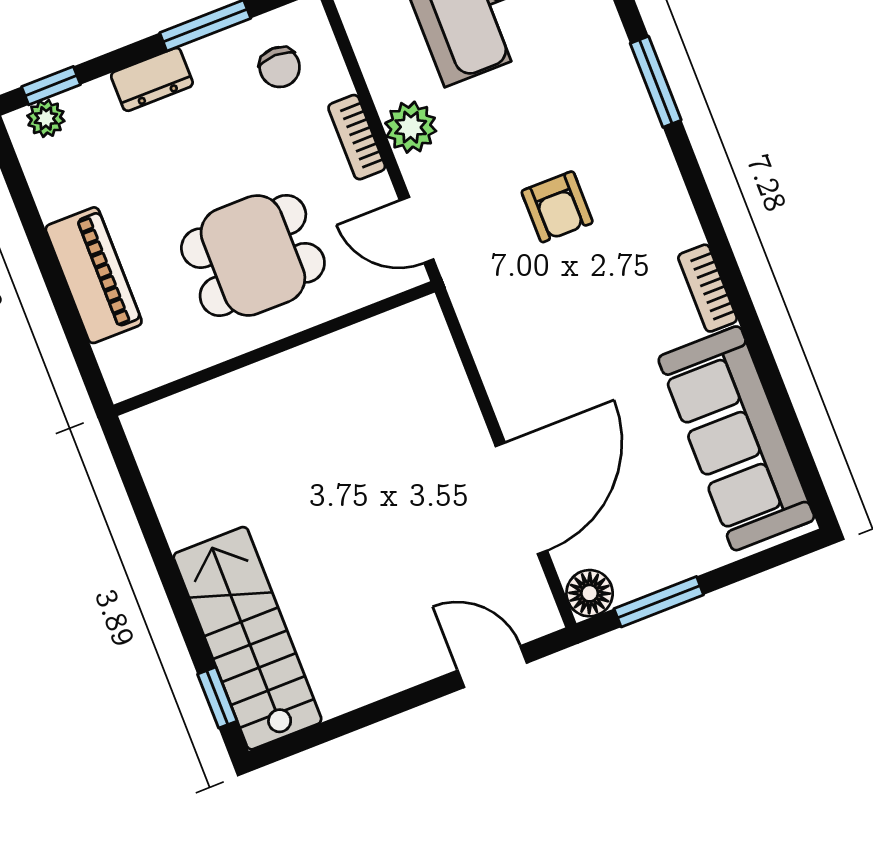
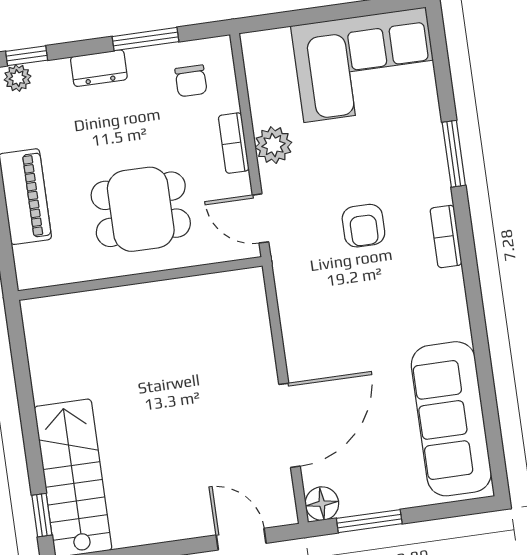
bookcase: (708, 288) -> (446, 237), moved

